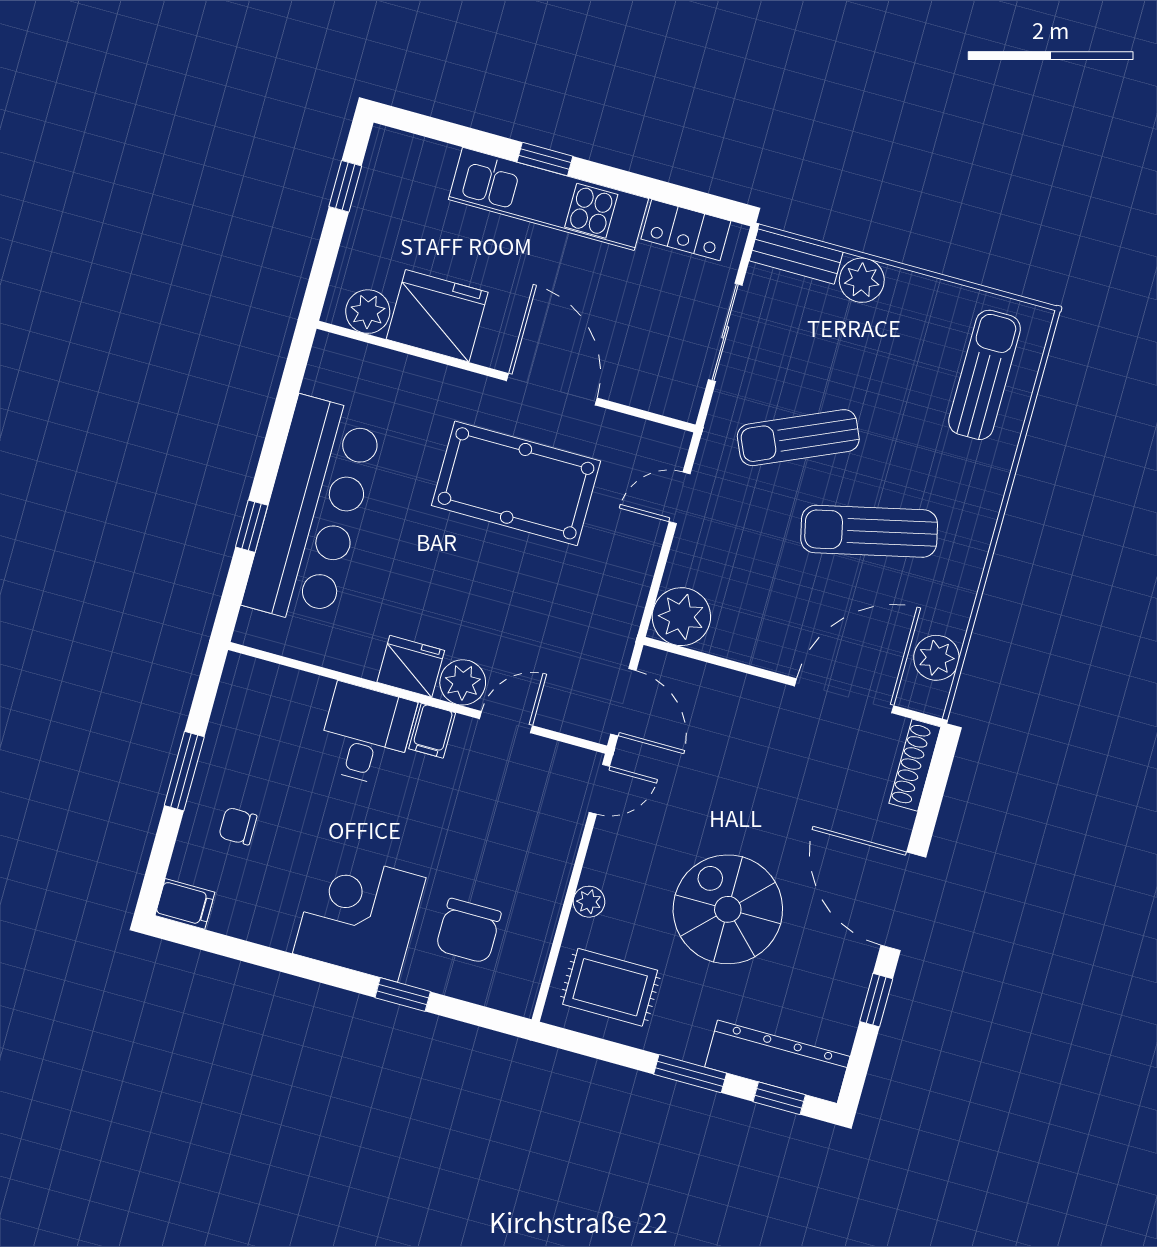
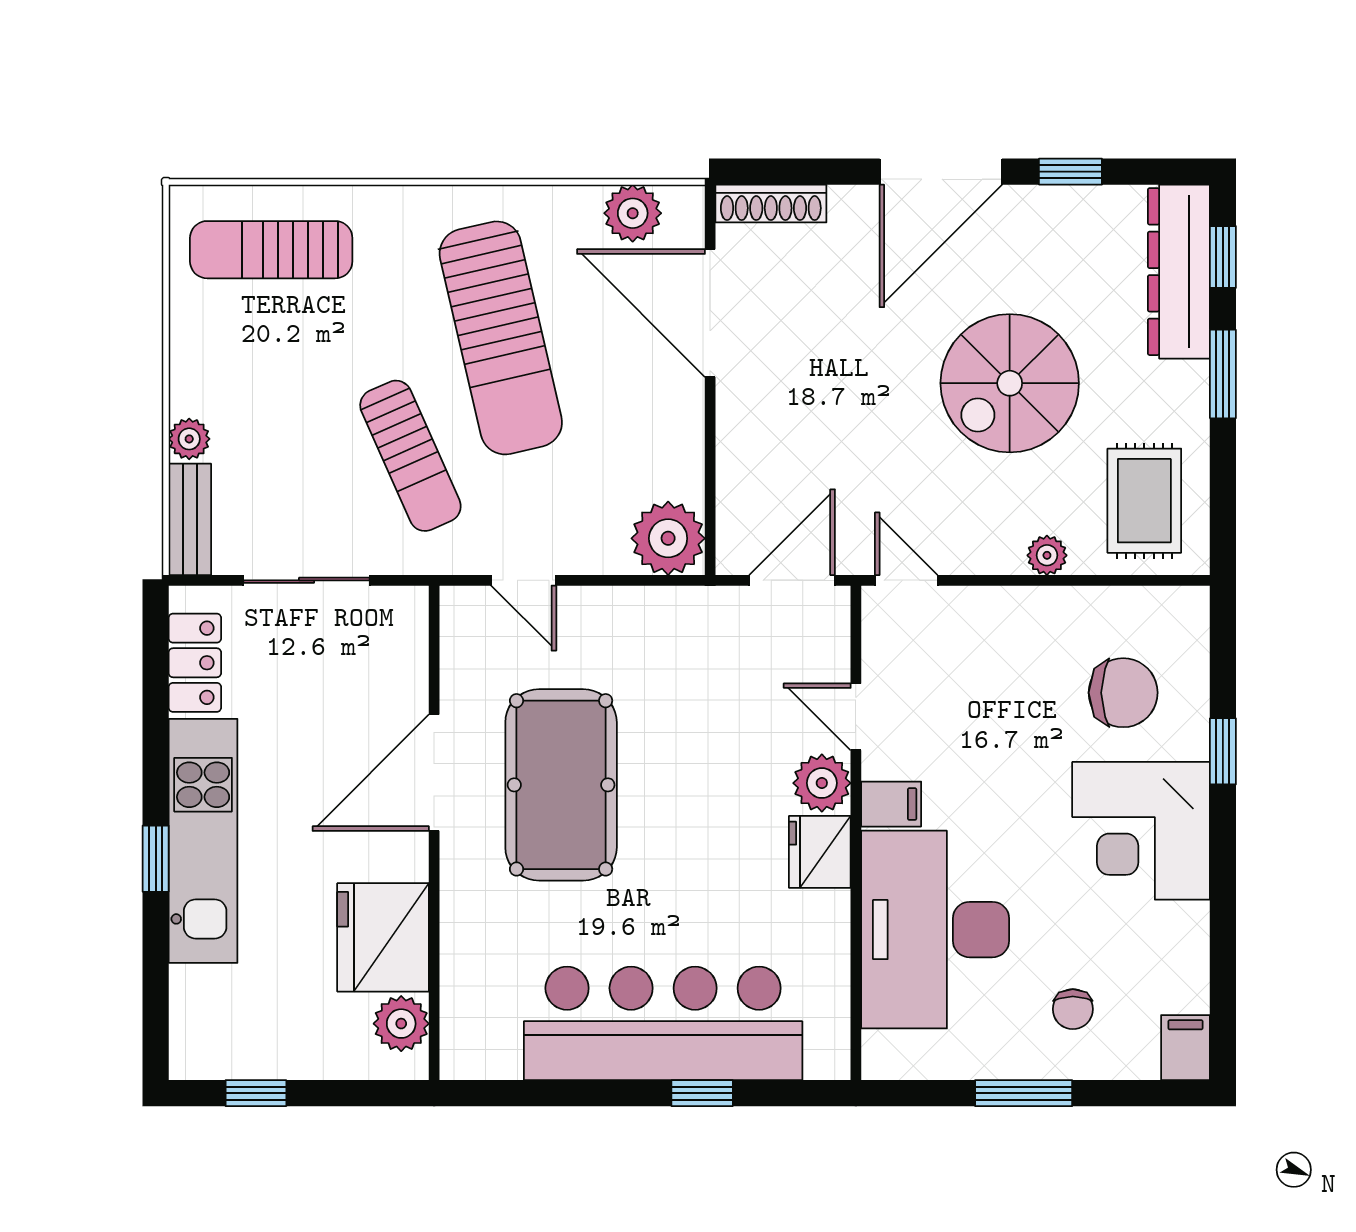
plant: (862, 280) -> (189, 439), width x0.73, depth x0.73
sun lounger: (869, 531) -> (501, 338), width x1.36, depth x1.34
desk: (366, 735) -> (935, 930), width x1.87, depth x1.30

